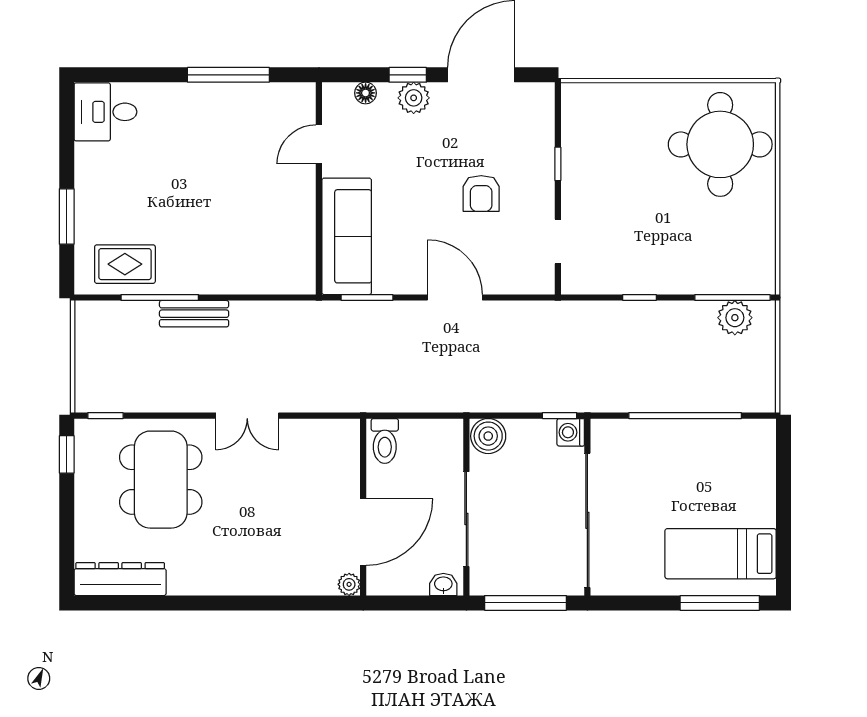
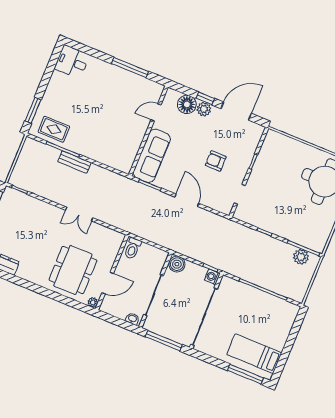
floor lamp: (366, 93) -> (187, 104), width x1.89, depth x1.89
armchair: (481, 193) -> (216, 161), turned 90
window: (67, 216) -> (33, 110), moved
dining table: (161, 480) -> (73, 270), moved
door: (363, 532) -> (108, 283), width x0.73

